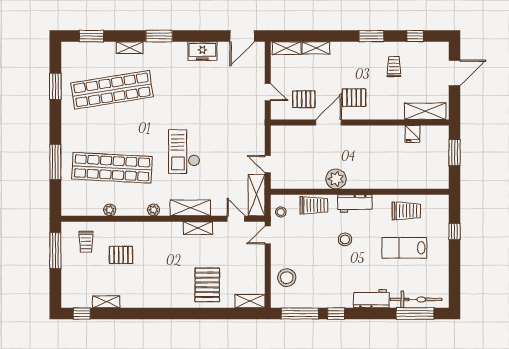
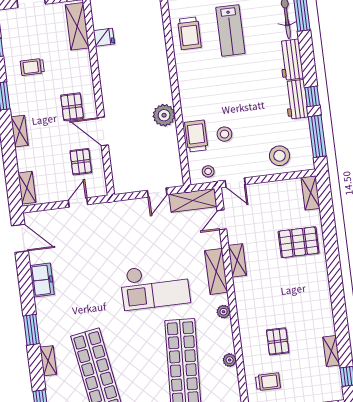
shelving: (316, 48) -> (20, 131), moved
checkout: (184, 152) -> (155, 286), width x1.36, depth x1.21
workbench: (355, 203) -> (296, 99), moved, turned 180
trolley: (406, 211) -> (189, 33), turned 180
stool: (345, 239) -> (224, 134), moved

